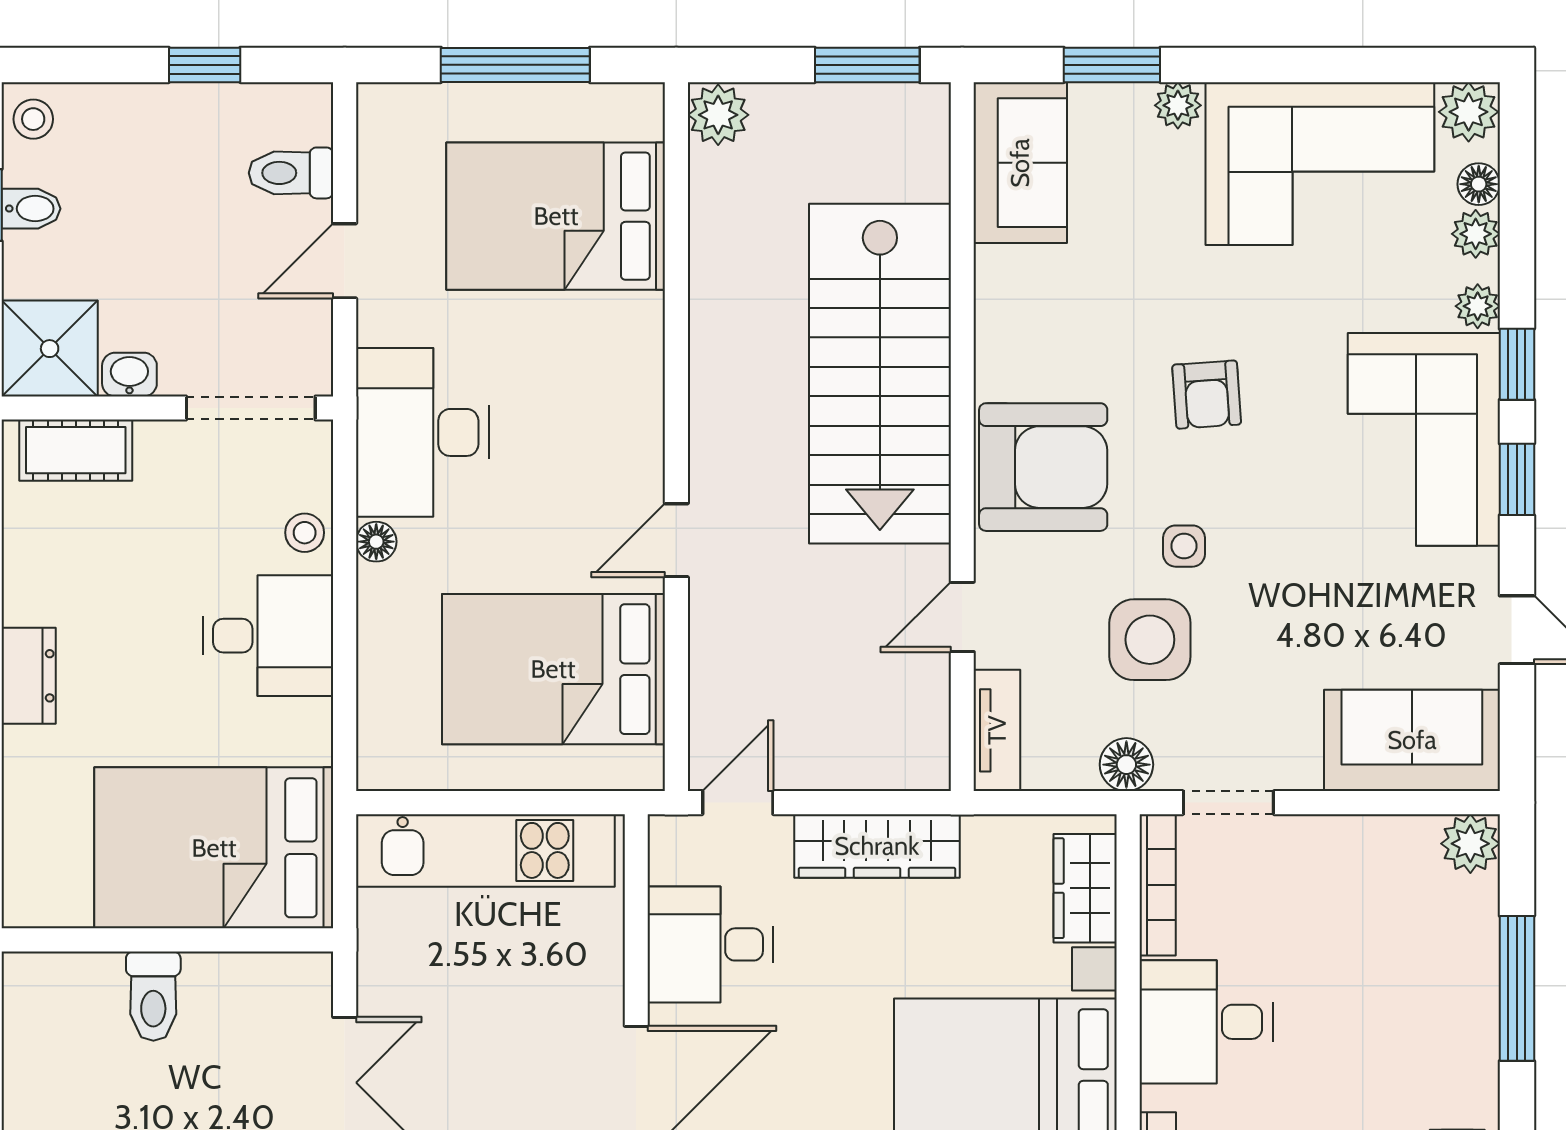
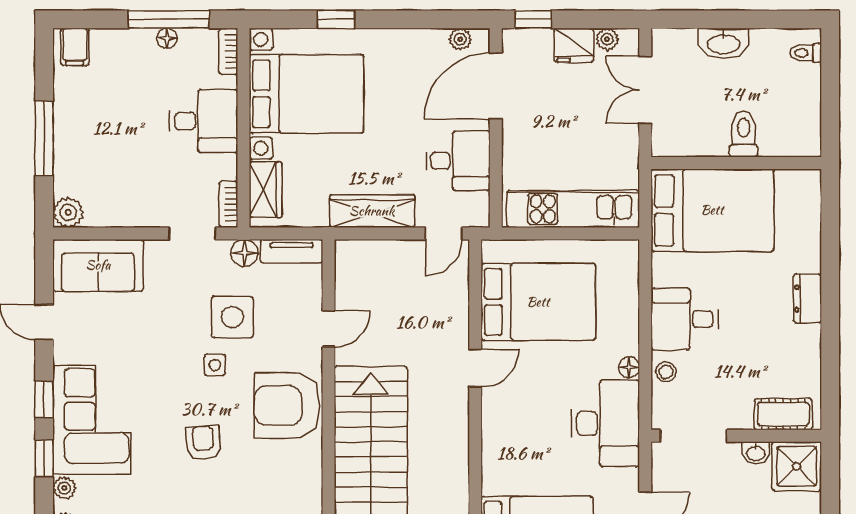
tv unit: (997, 730) -> (292, 251), moved, turned -90
bookcase: (1158, 885) -> (228, 204), width x0.64

